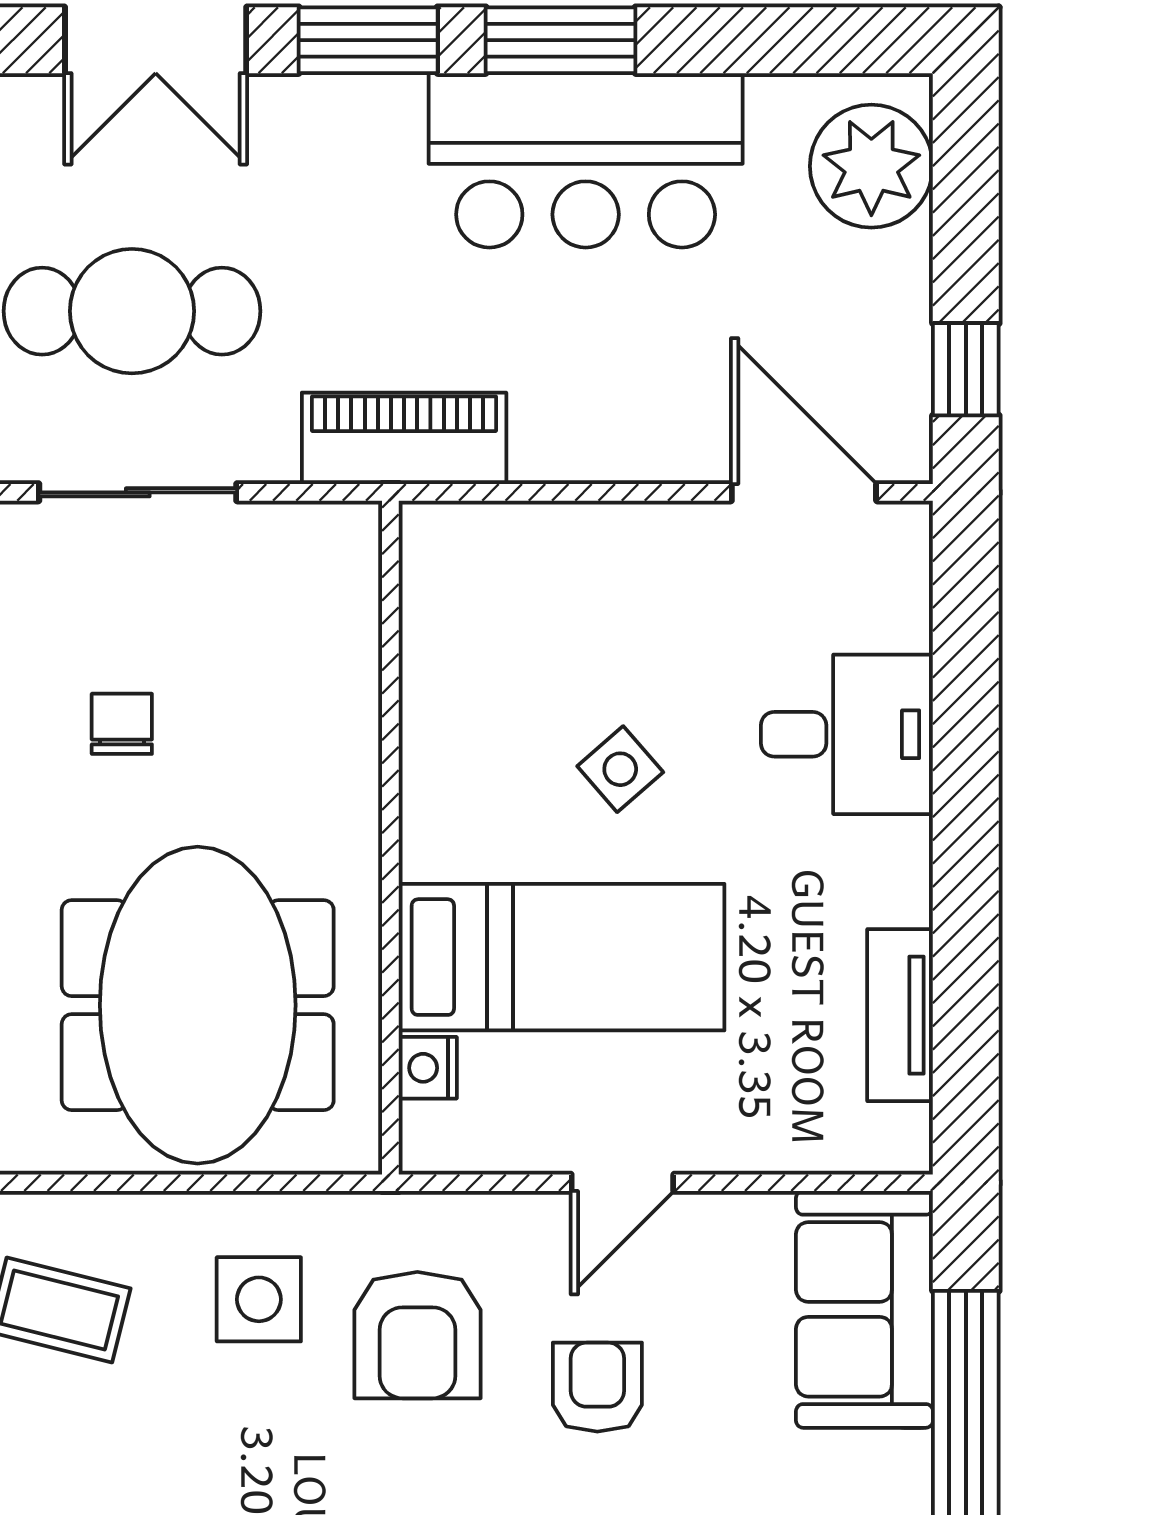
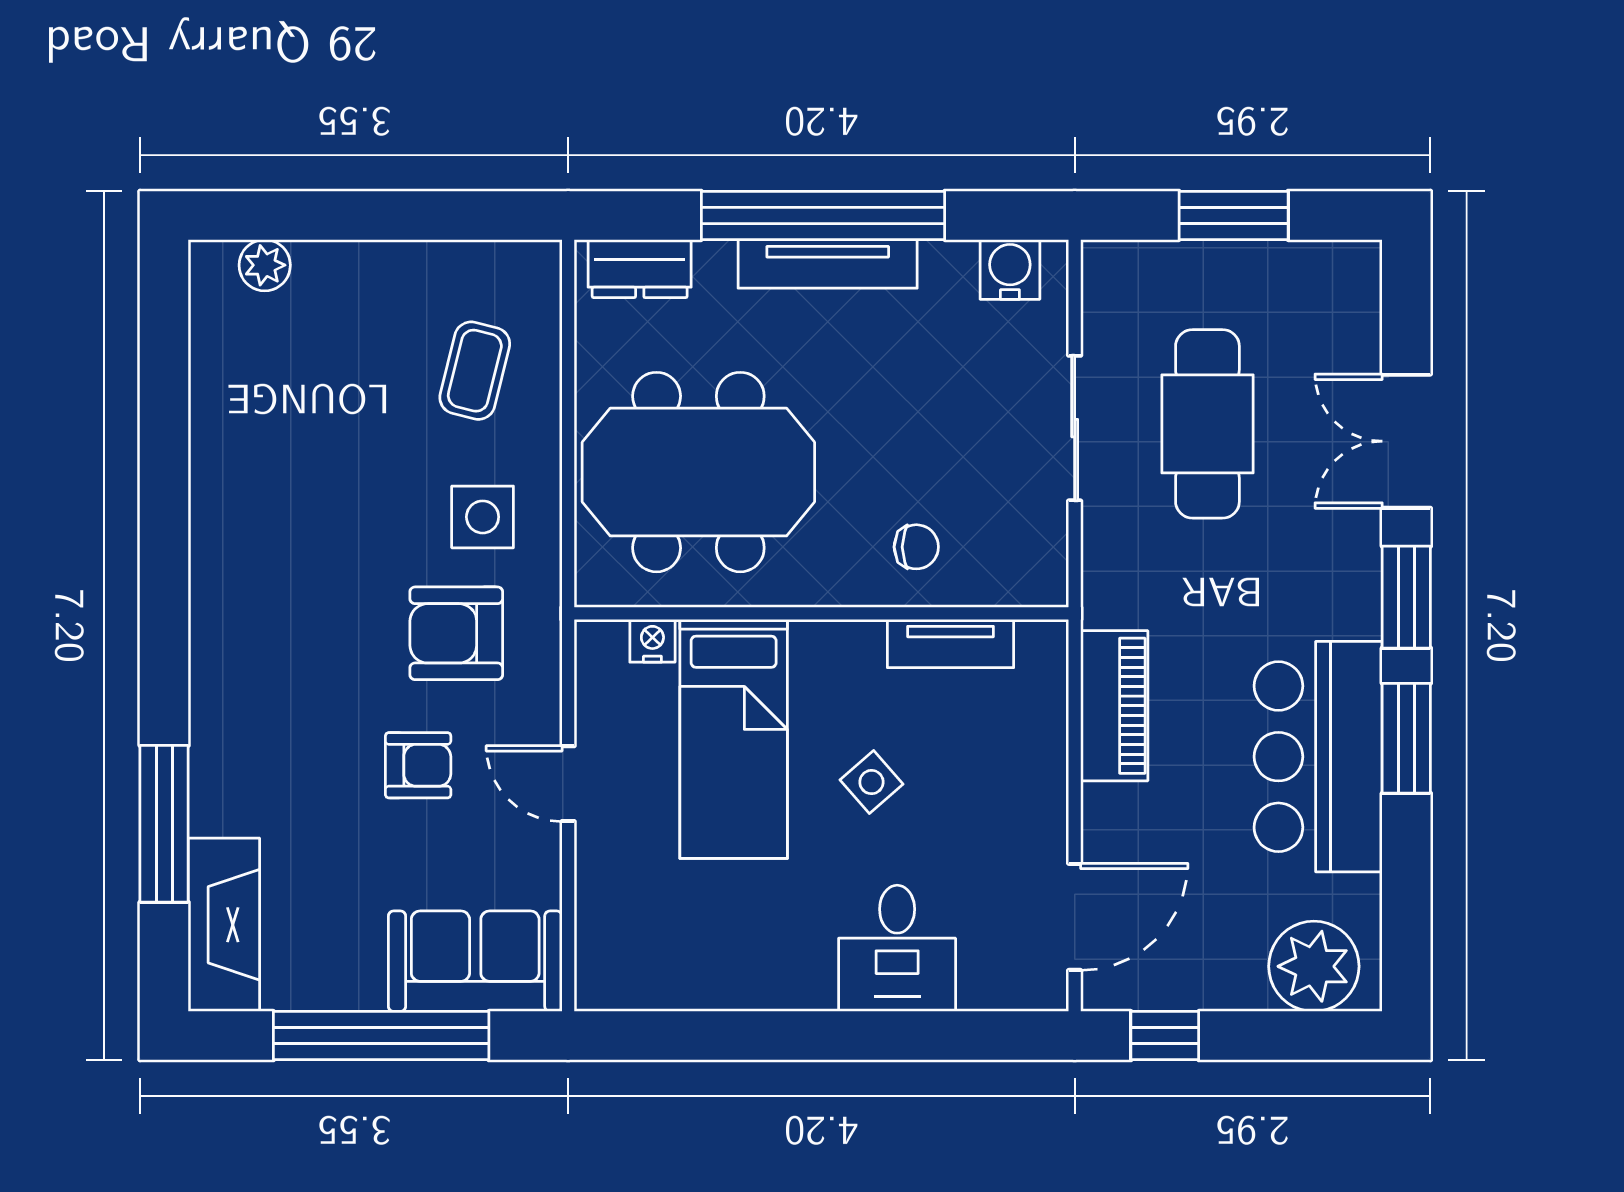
piano: (404, 438) -> (1114, 706), moved
chair: (122, 724) -> (916, 547), moved
tv unit: (900, 1015) -> (950, 644), moved, turned 180

